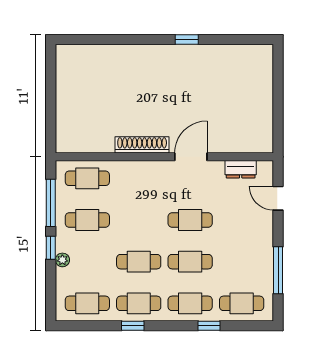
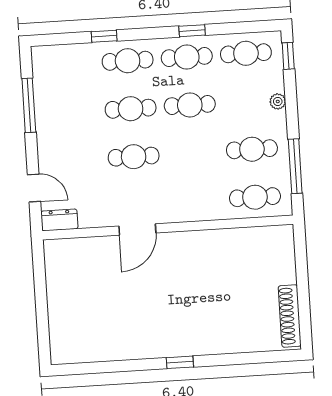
window: (187, 39) -> (180, 362), moved
shoe rack: (142, 145) -> (290, 316), moved, turned 90
dresser: (241, 169) -> (59, 220), moved
window: (51, 248) -> (288, 56), moved
cafe table: (242, 303) -> (68, 64), removed

